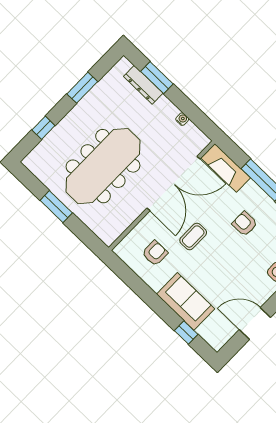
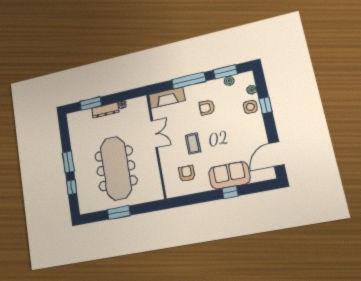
dresser: (143, 85) -> (105, 110), moved
window: (82, 88) -> (68, 162), moved
double door: (173, 184) -> (154, 134), width x0.54
door: (255, 324) -> (277, 154), moved
window: (186, 333) -> (230, 192), moved

